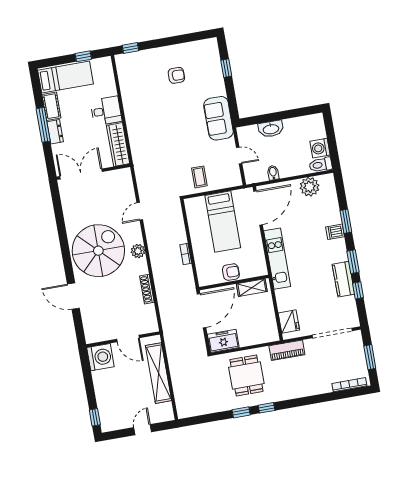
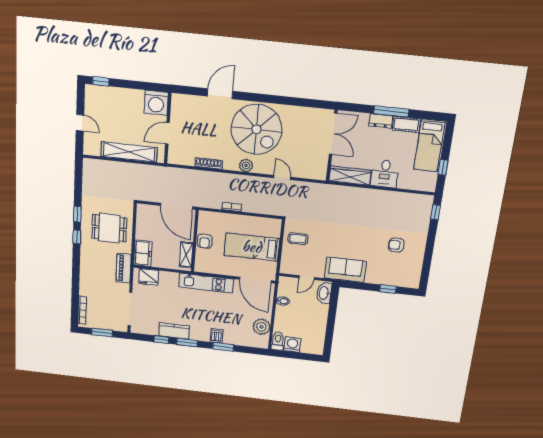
armchair: (176, 75) -> (396, 245), turned 90
washbasin: (271, 129) -> (324, 293), moved
freezer: (223, 341) -> (143, 253), moved

